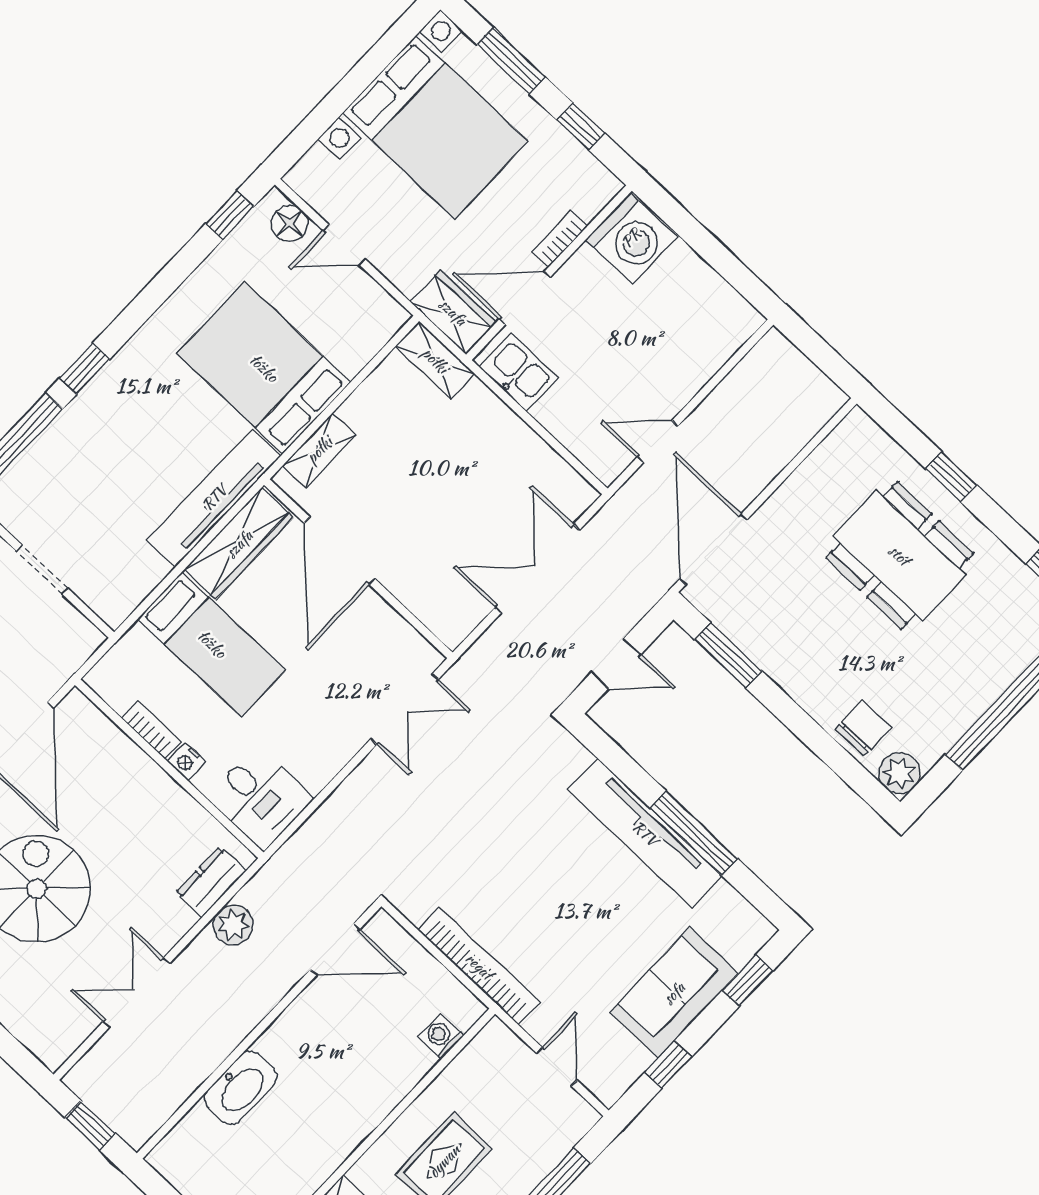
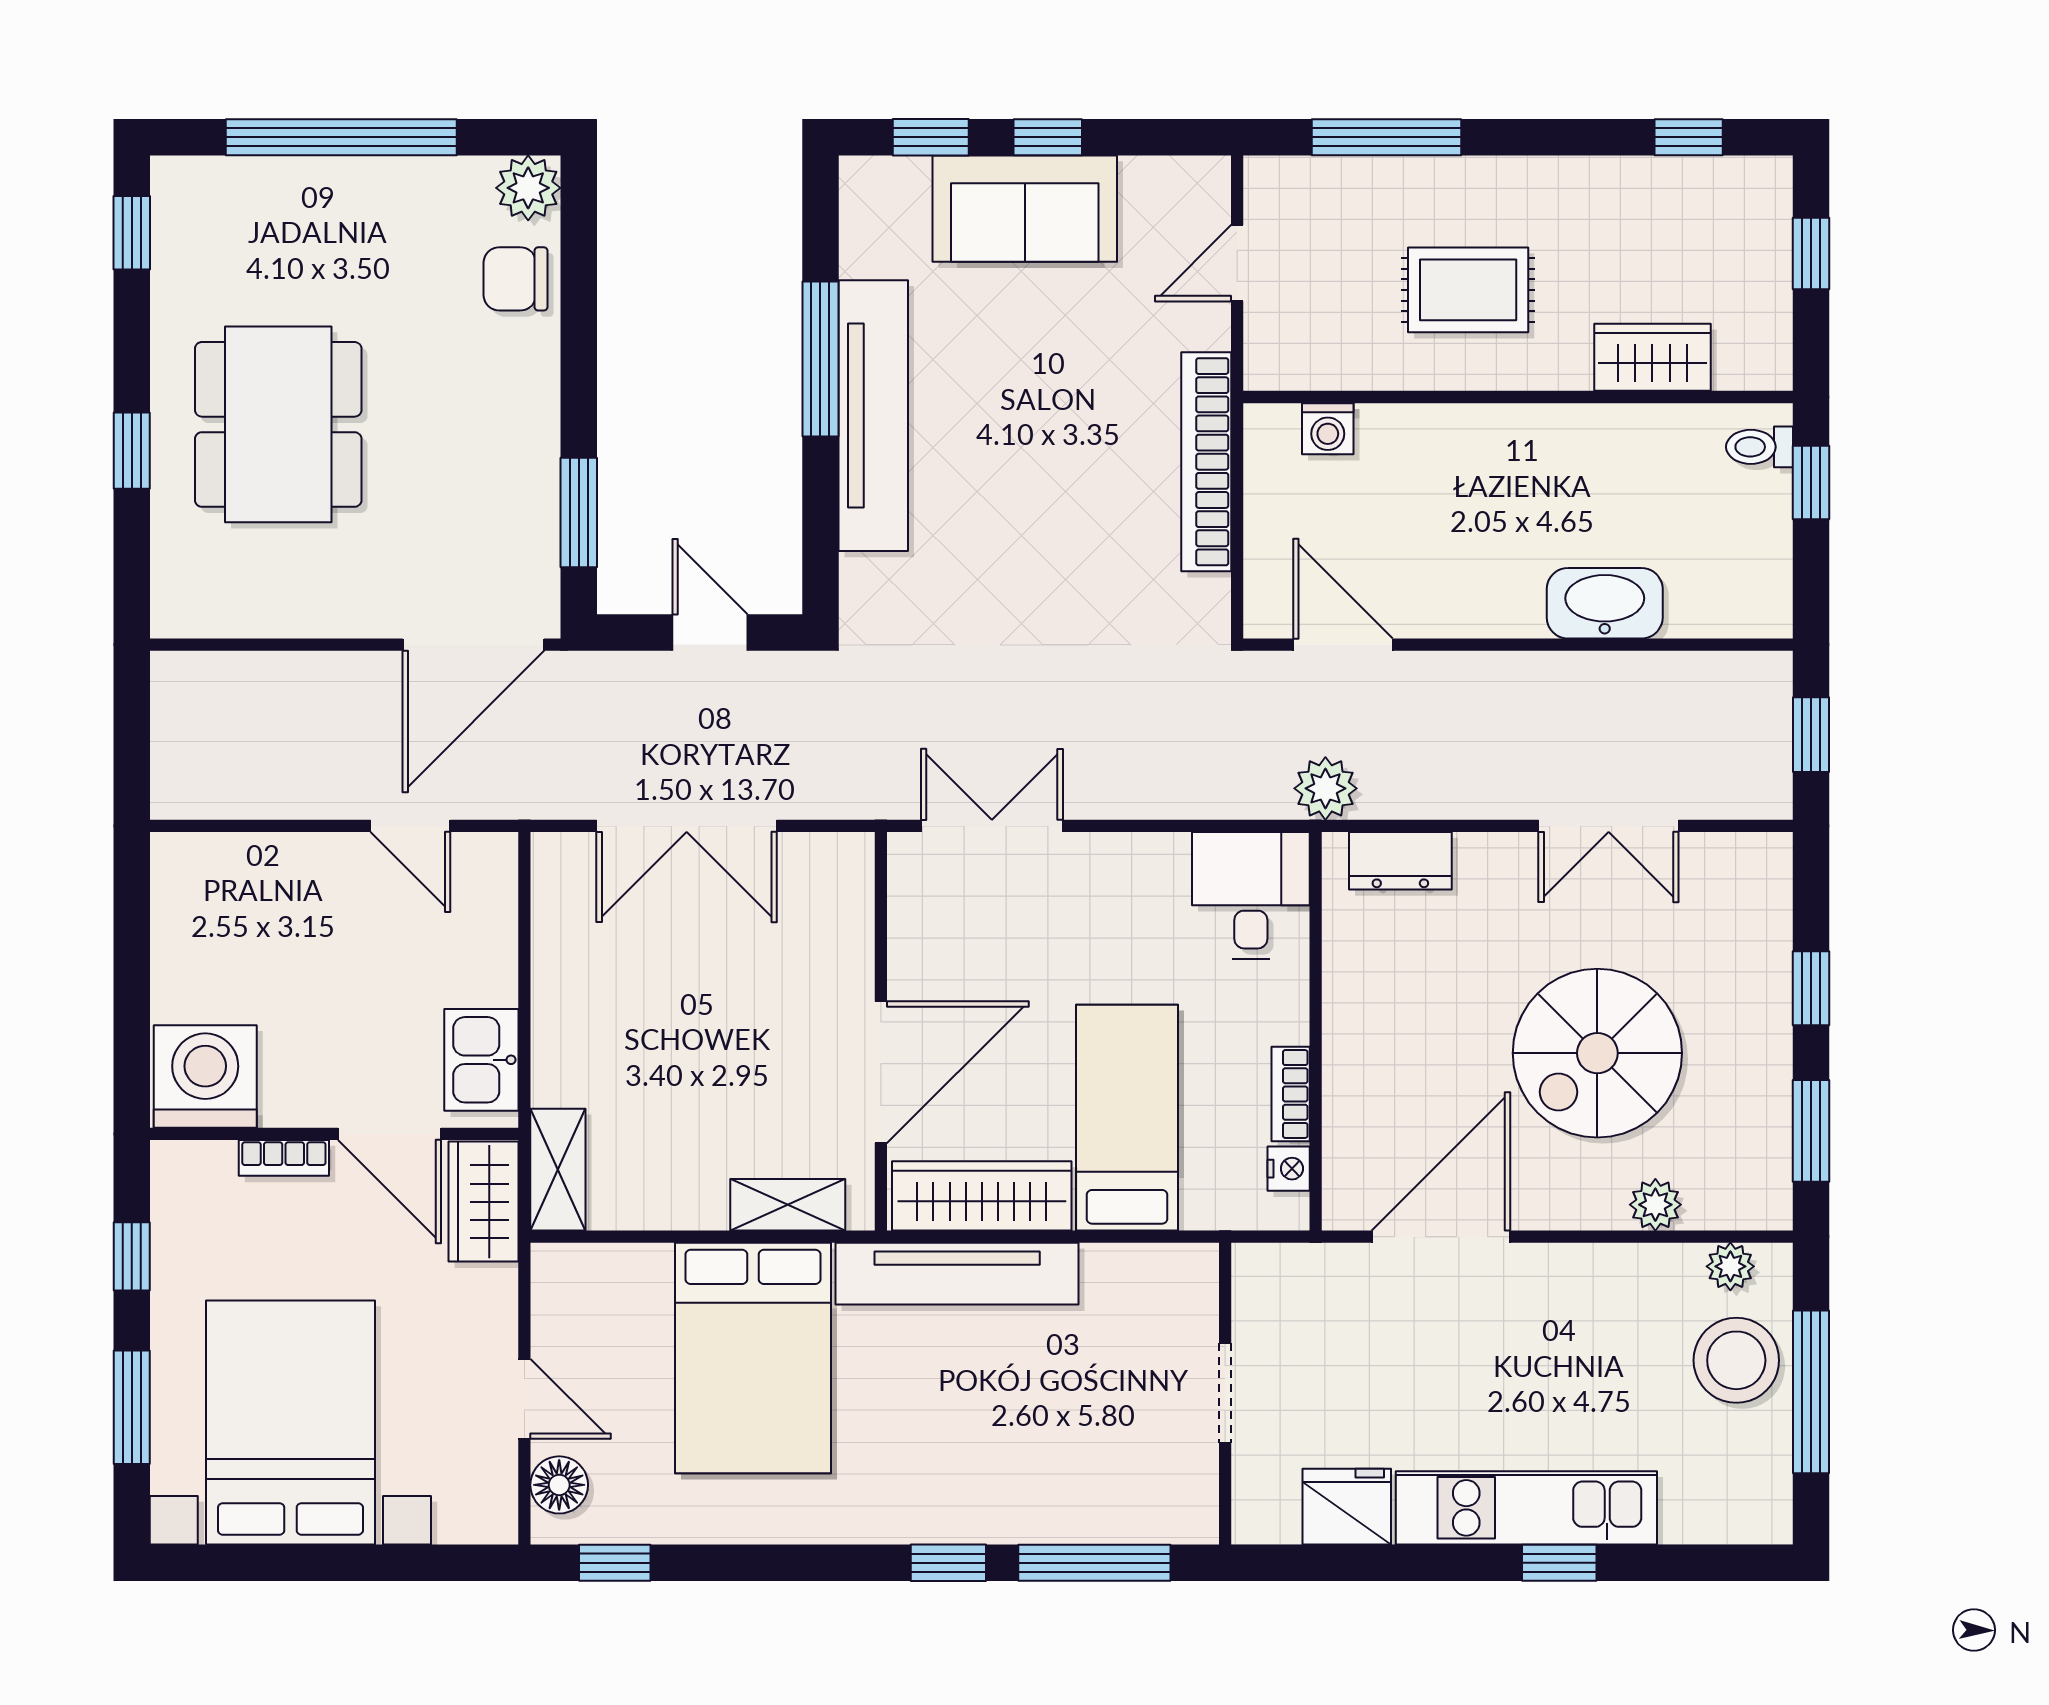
nightstand: (187, 761) -> (1289, 1169), moved
plant: (233, 925) -> (1325, 788), moved
window: (668, 1065) -> (1048, 137), moved

